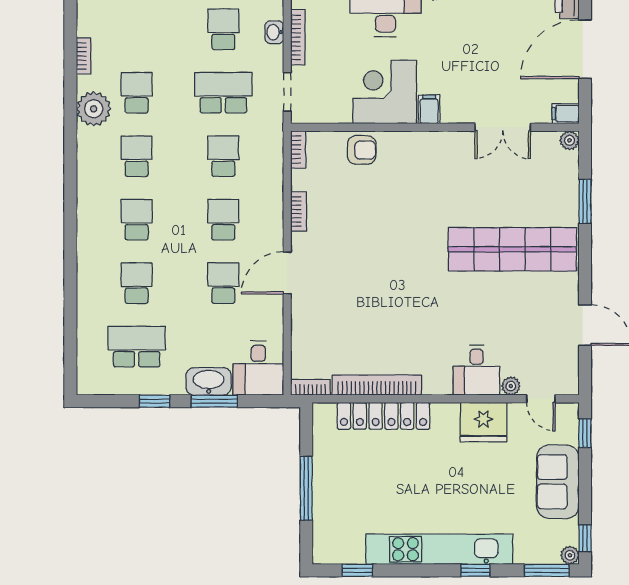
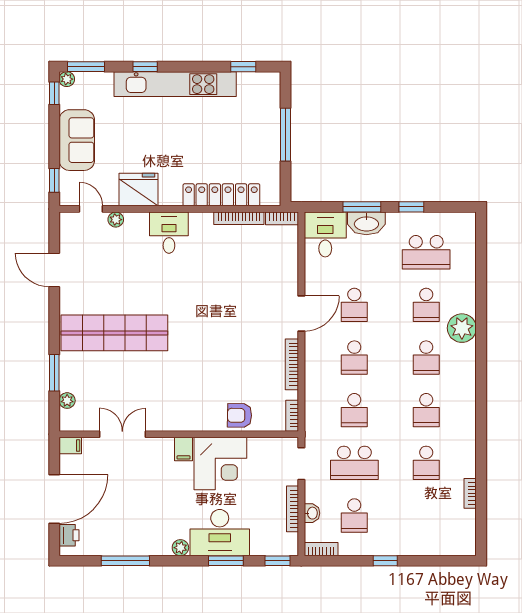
plant: (94, 109) -> (462, 328), moved
plant: (569, 140) -> (67, 401), moved
bookcase: (299, 212) -> (292, 364), width x1.56
desk: (477, 370) -> (169, 233), moved
bookcase: (377, 385) -> (239, 218), width x0.68, depth x0.76

